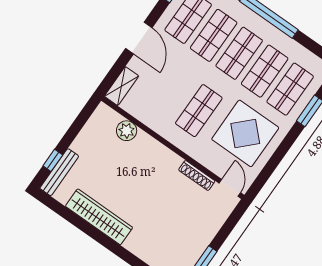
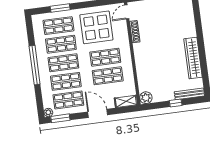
door: (139, 38) -> (98, 113), hinge flipped
shop shelf: (173, 93) -> (108, 76), added
plant: (127, 131) -> (146, 98), moved
window: (53, 160) -> (176, 103), moved

